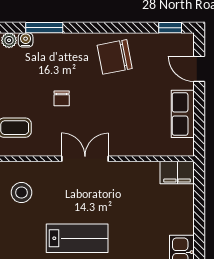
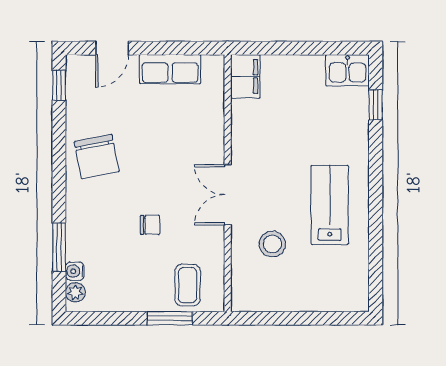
stool: (21, 193) -> (272, 244), moved

